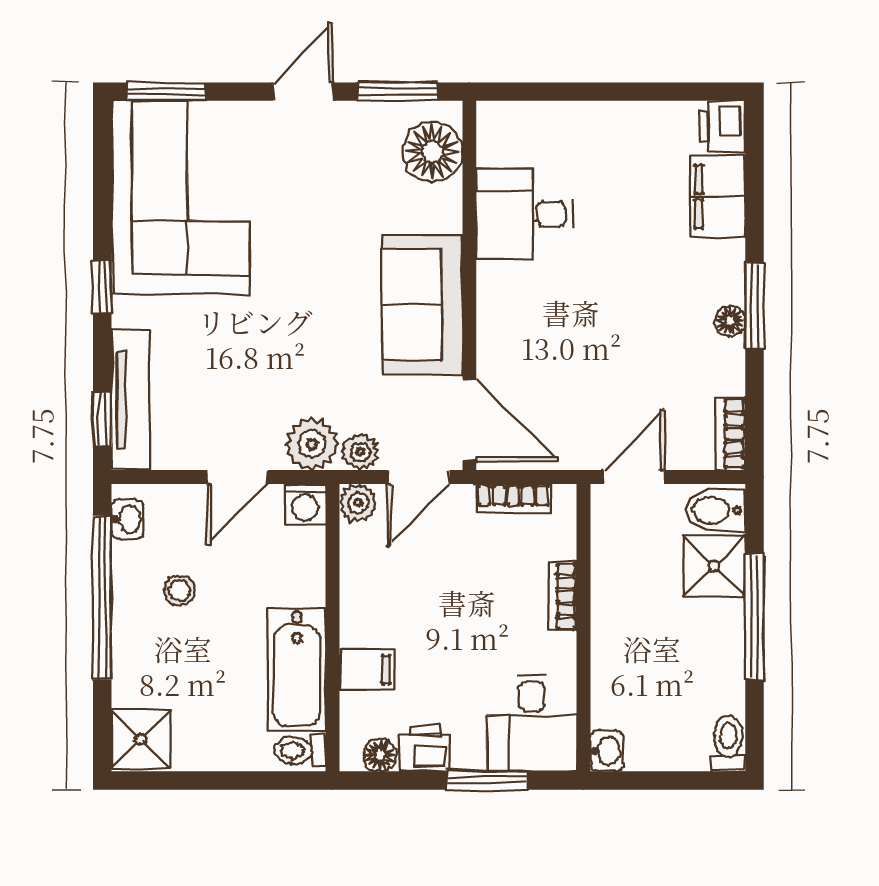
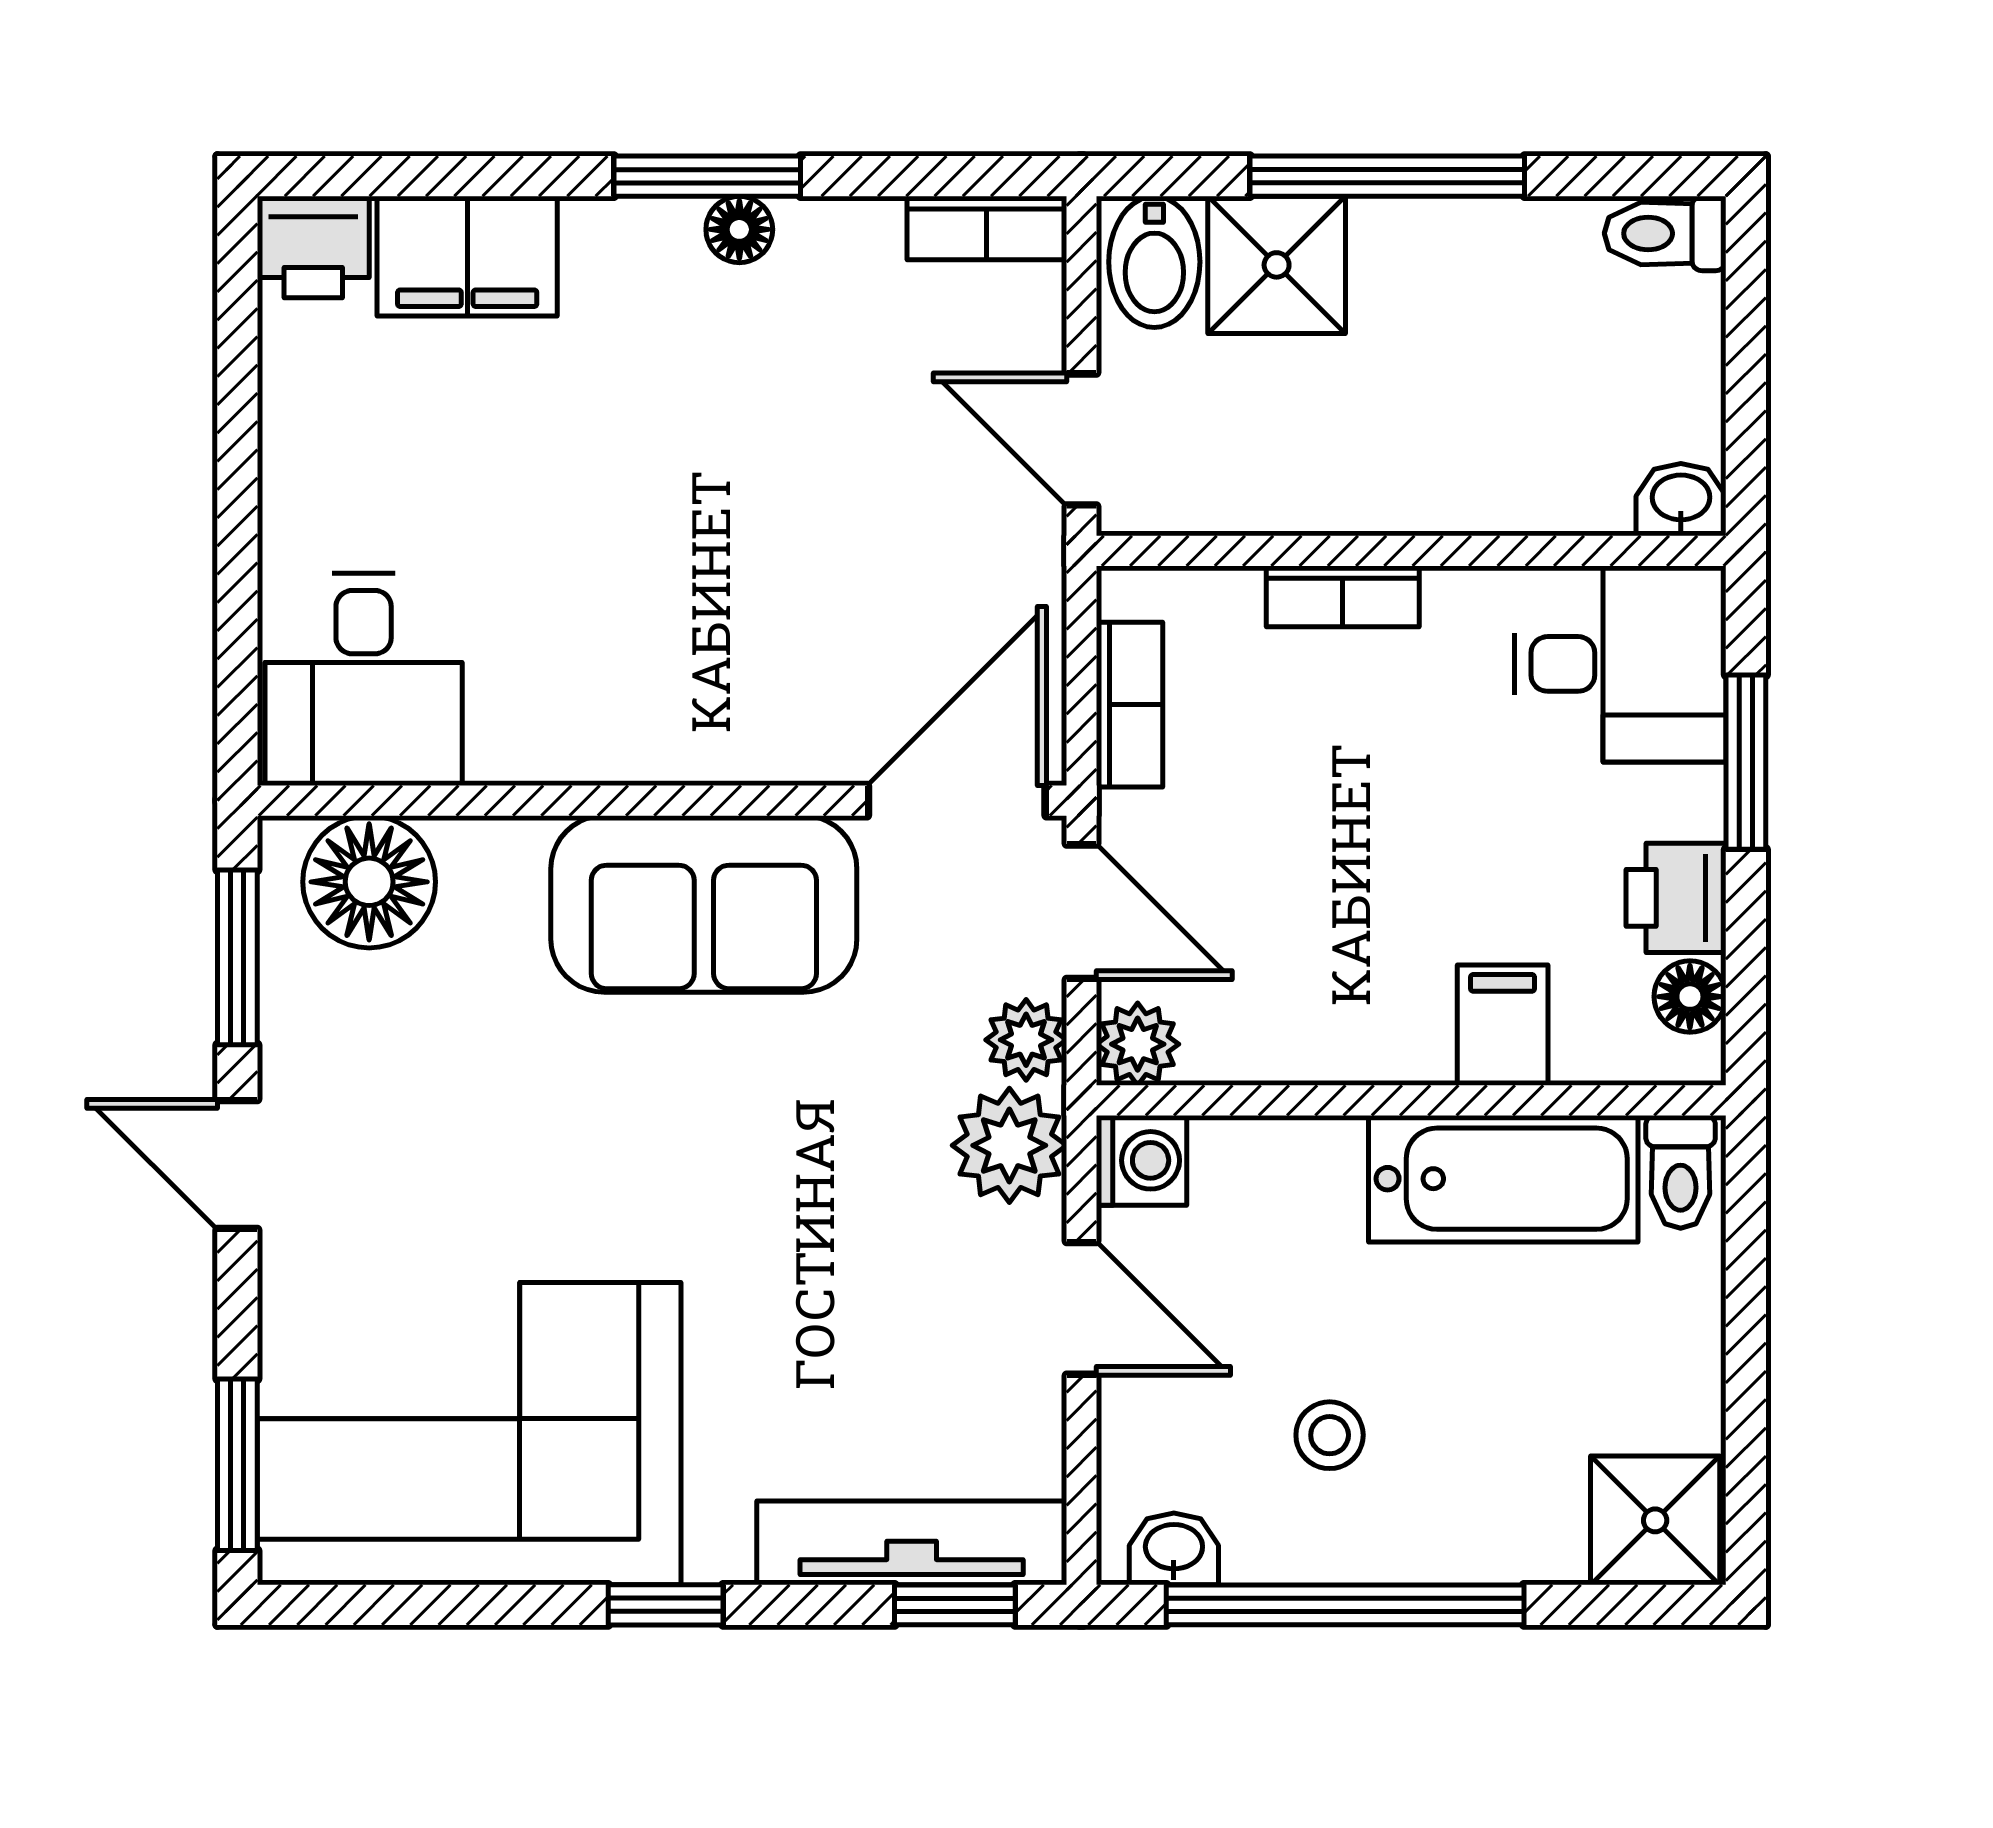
desk: (525, 214) -> (364, 679), moved

